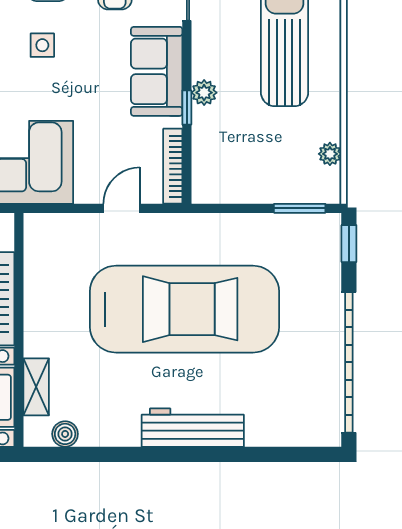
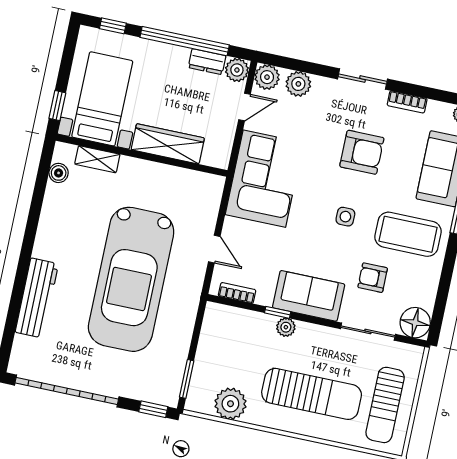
plant: (330, 154) -> (230, 404), width x1.88, depth x1.88
bookcase: (173, 166) -> (237, 293), width x0.64
workbench: (193, 428) -> (37, 298), moved

